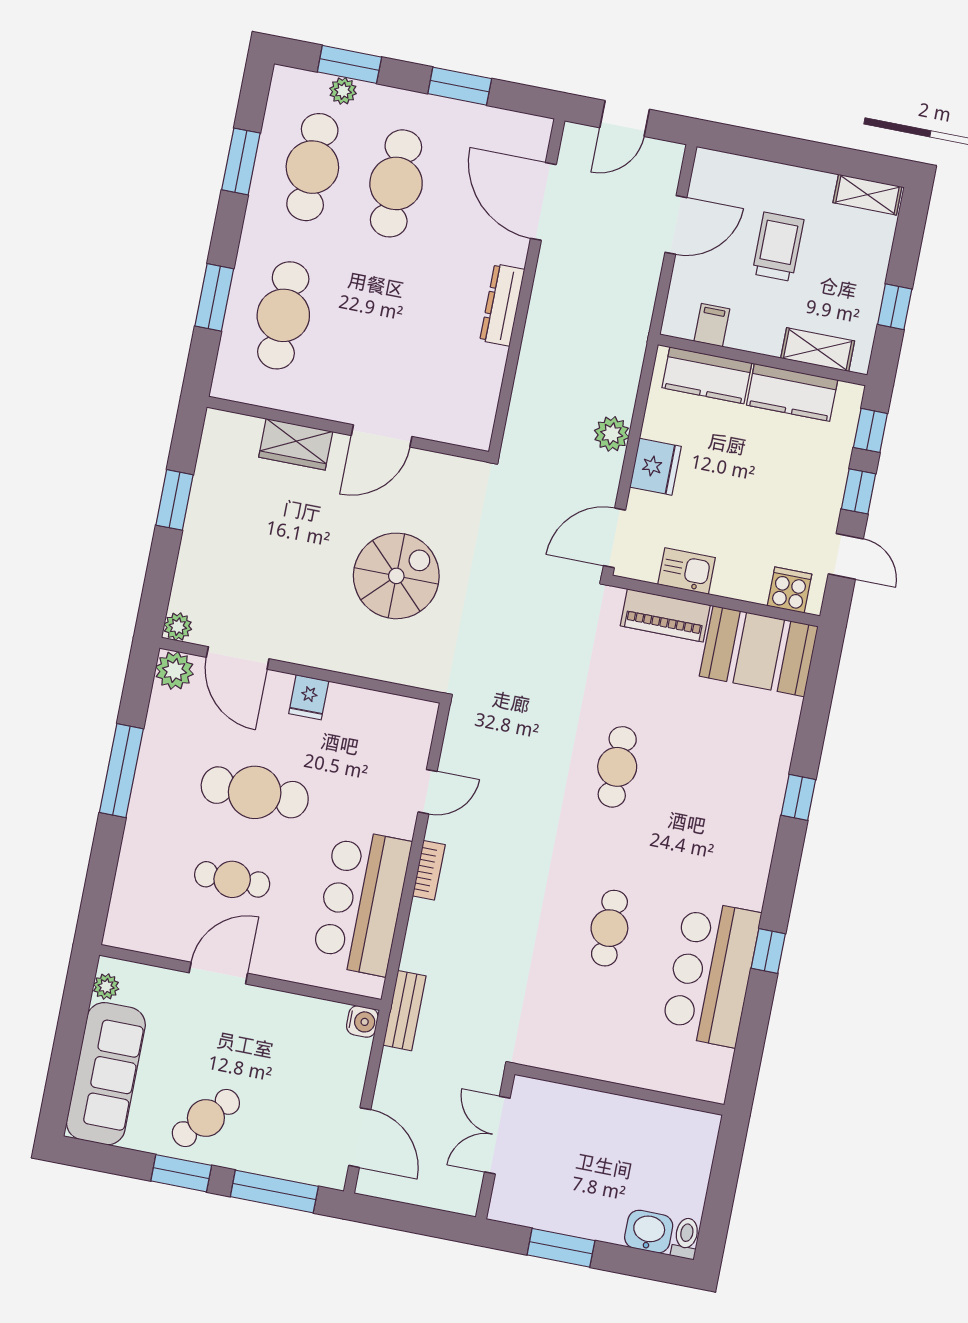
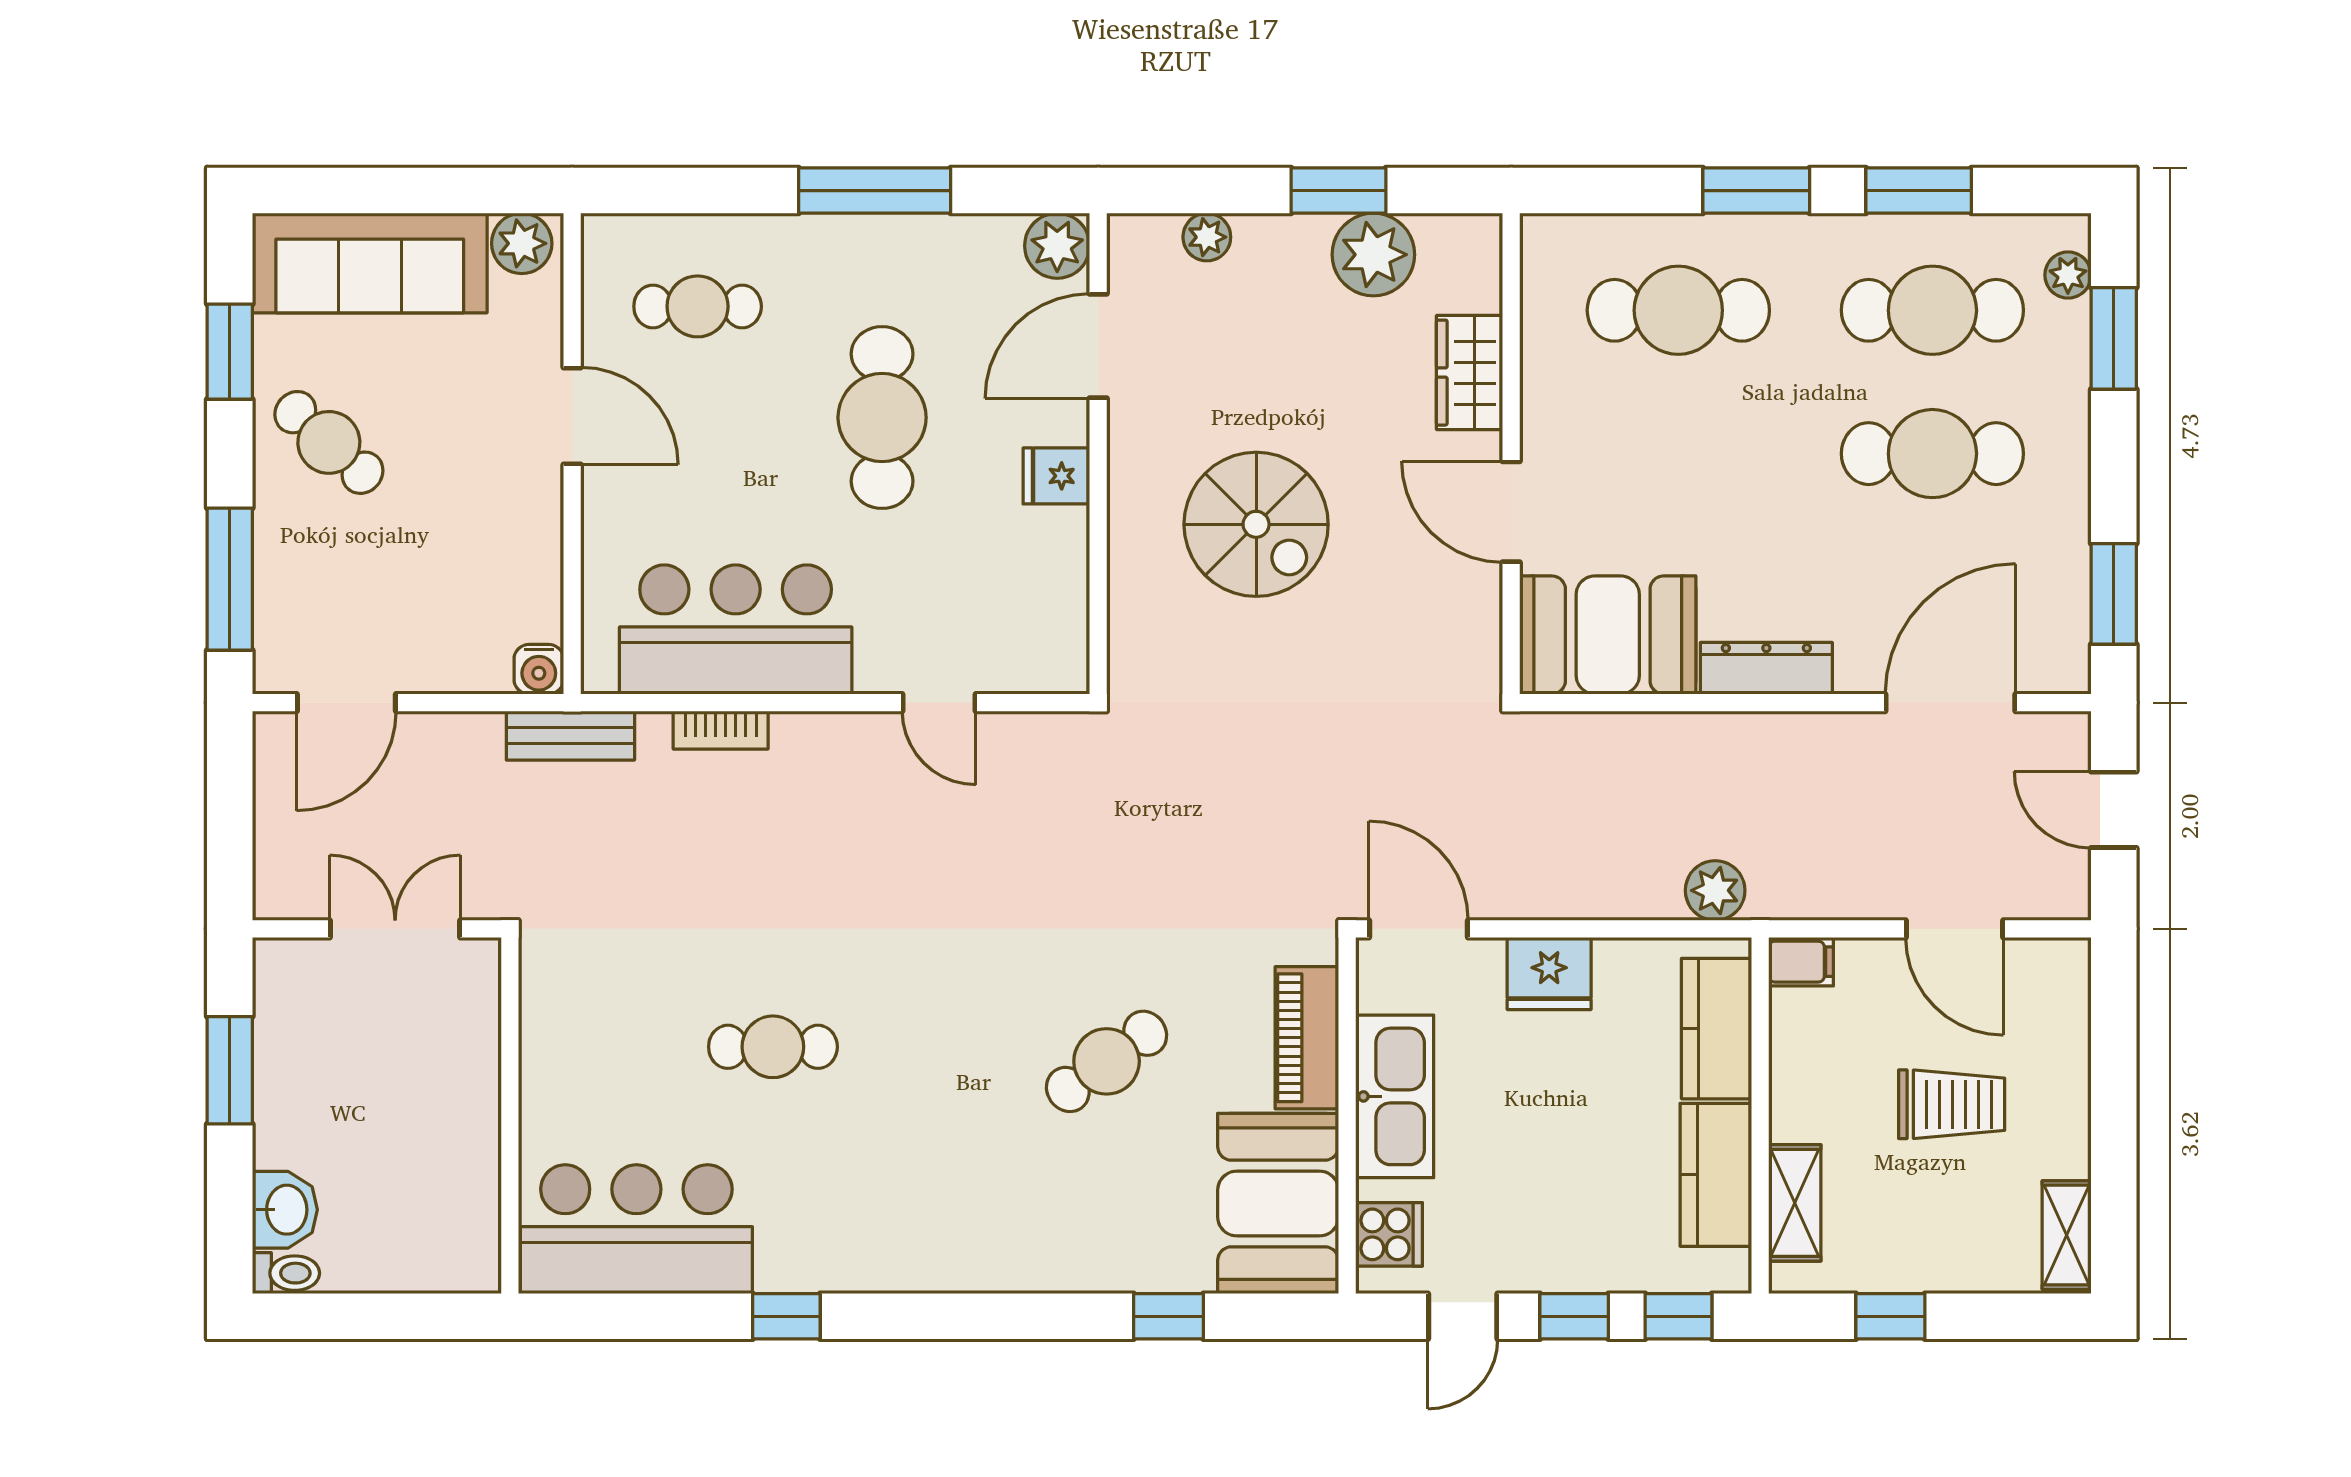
window: (460, 86) -> (2114, 594), moved
plant: (343, 91) -> (2068, 275), moved
window: (214, 297) -> (1756, 191), moved
filing cabinet: (712, 325) -> (1801, 962), moved
booth: (465, 394) -> (1608, 635), added
plant: (612, 434) -> (1715, 890), moved
plant: (216, 487) -> (1373, 255), added
kitchen sink: (687, 571) -> (1395, 1096), width x1.87, depth x1.24
spiral stairs: (396, 576) -> (1256, 524), moved
plant: (178, 627) -> (1207, 237), moved
cafe table: (617, 767) -> (1107, 1061), moved, turned -36
window: (798, 797) -> (1169, 1316), moved
bookcase: (429, 870) -> (721, 730), moved
cafe table: (232, 879) -> (698, 306), moved, turned 90
bar counter: (711, 973) -> (636, 1229), moved
plant: (106, 987) -> (522, 243), width x1.38, depth x1.38
window: (181, 1173) -> (230, 352), moved

